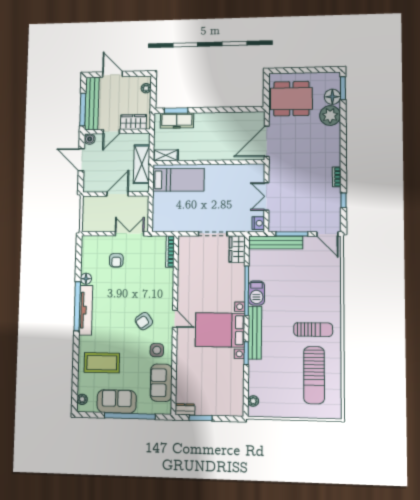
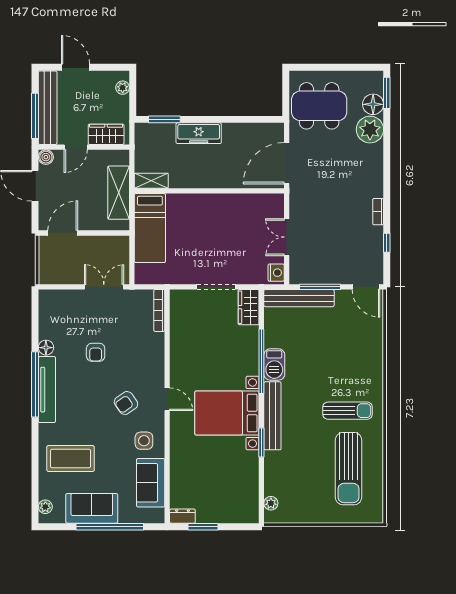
freezer: (177, 121) -> (199, 133), moved
bed: (178, 180) -> (150, 228), moved, turned 90
door: (118, 194) -> (63, 233), moved
armchair: (116, 260) -> (96, 352), moved

